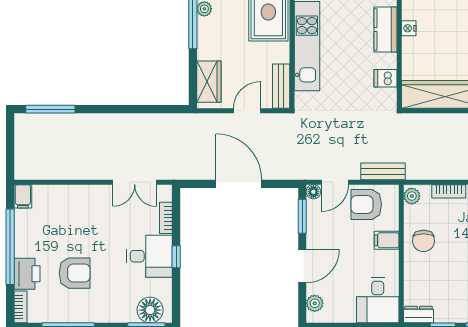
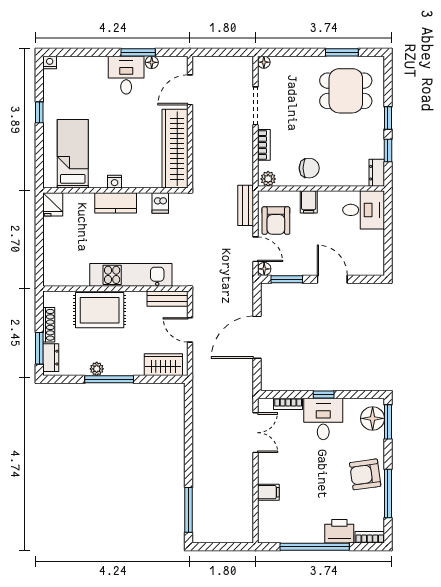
filing cabinet: (23, 196) -> (268, 492), moved
armchair: (75, 273) -> (365, 474), moved, turned -98
plant: (315, 303) -> (366, 268), removed

